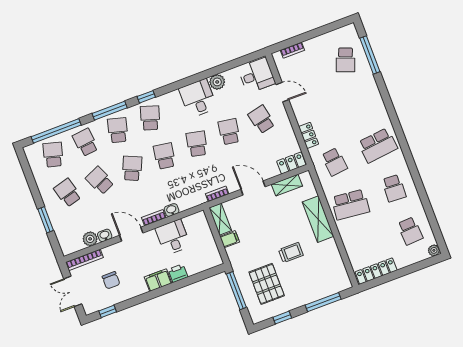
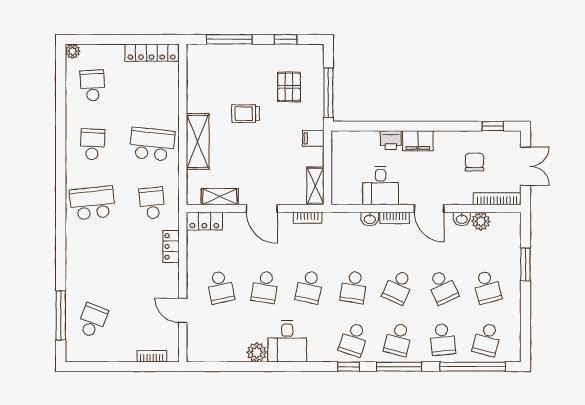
desk: (257, 75) -> (206, 342), removed
filing cabinet: (230, 239) -> (313, 138), moved
pallet: (267, 284) -> (289, 87), width x0.67, depth x0.71

